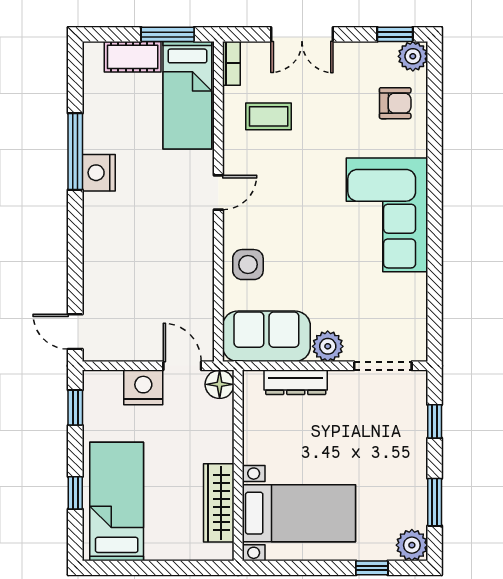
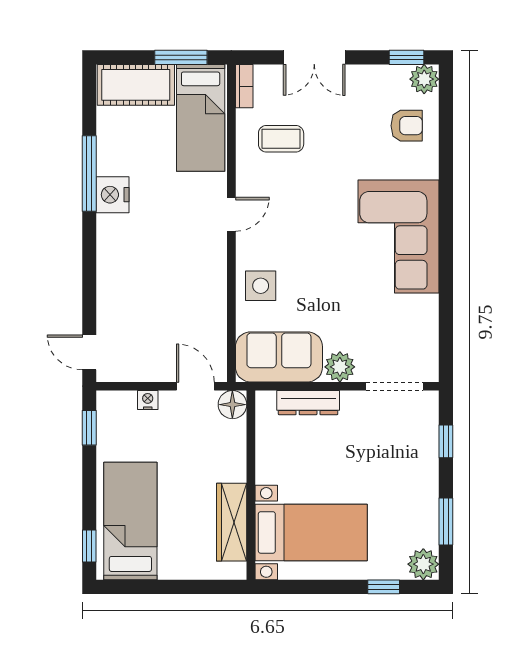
cot: (133, 57) -> (136, 85), width x1.37, depth x1.34
nightstand: (143, 387) -> (148, 400), width x0.53, depth x0.56
window: (75, 493) -> (89, 546), moved

